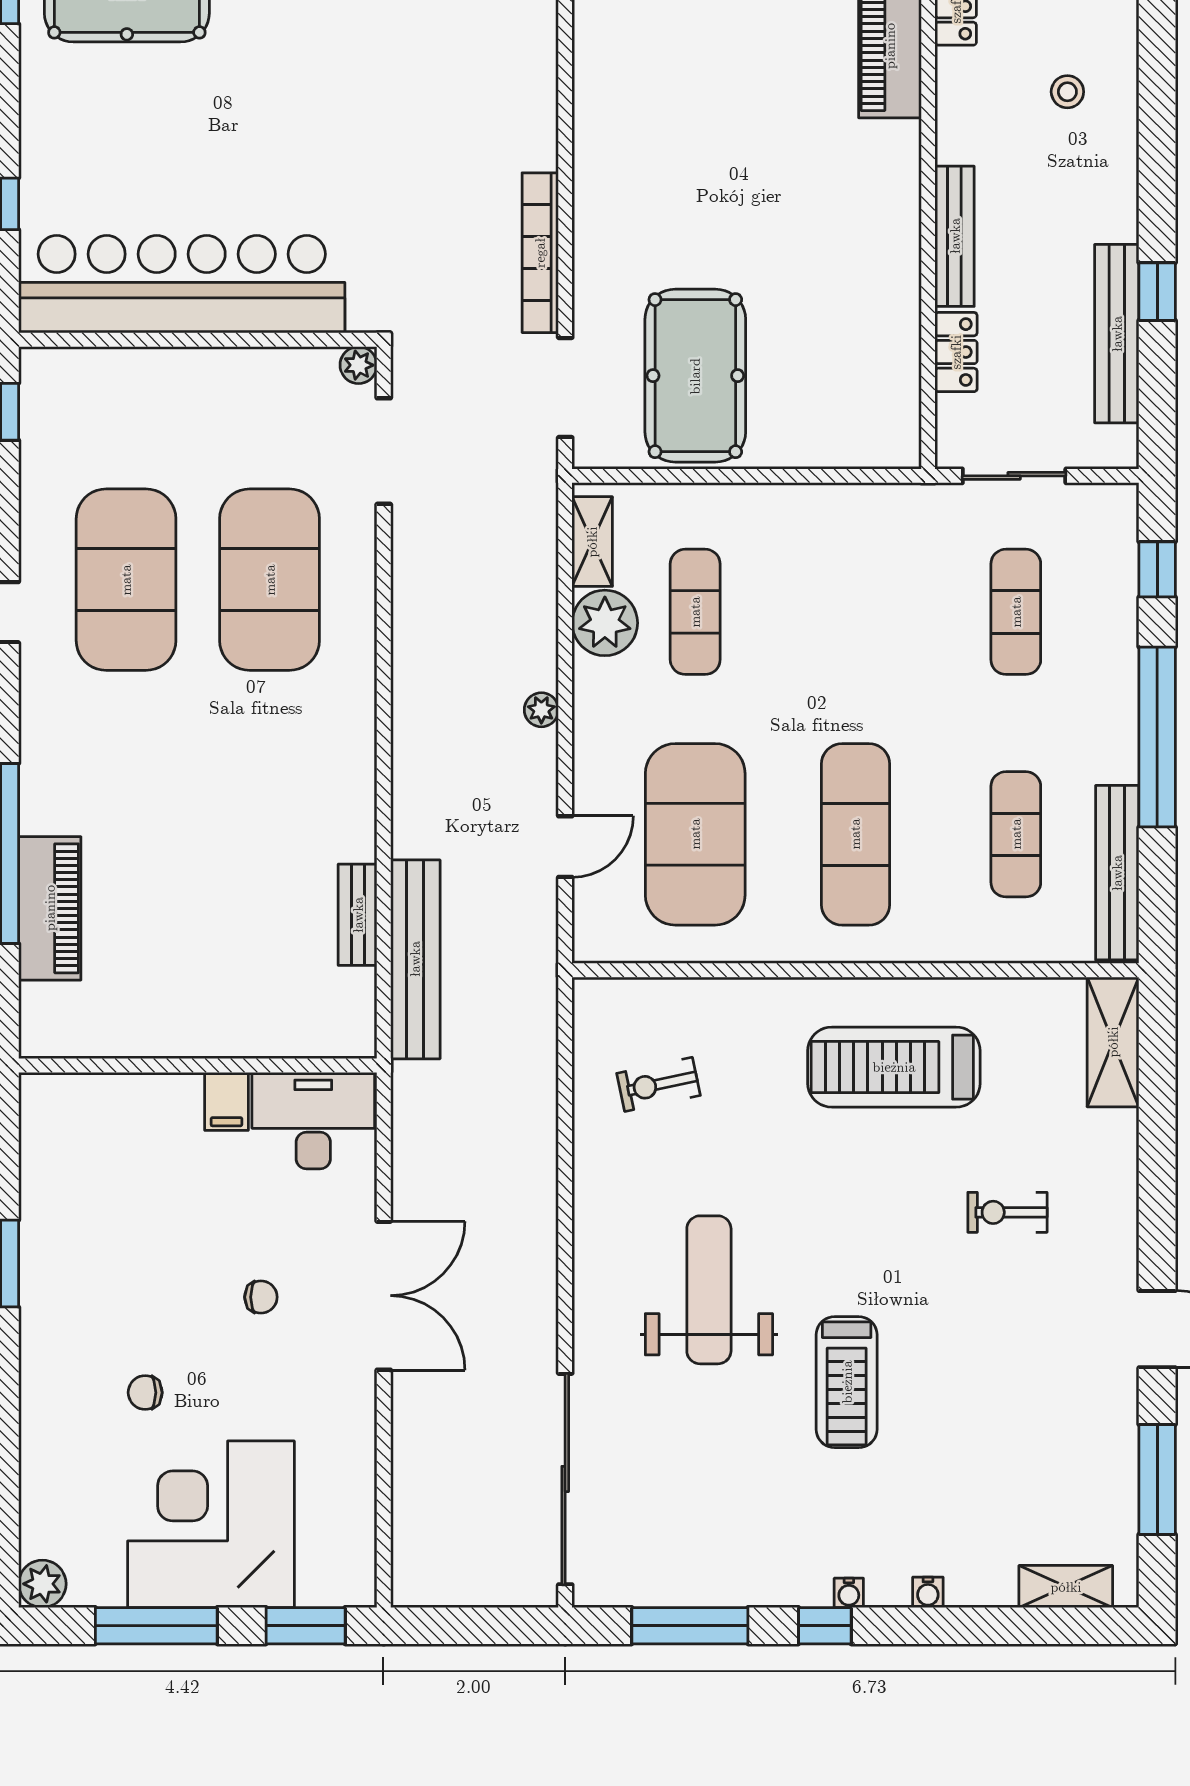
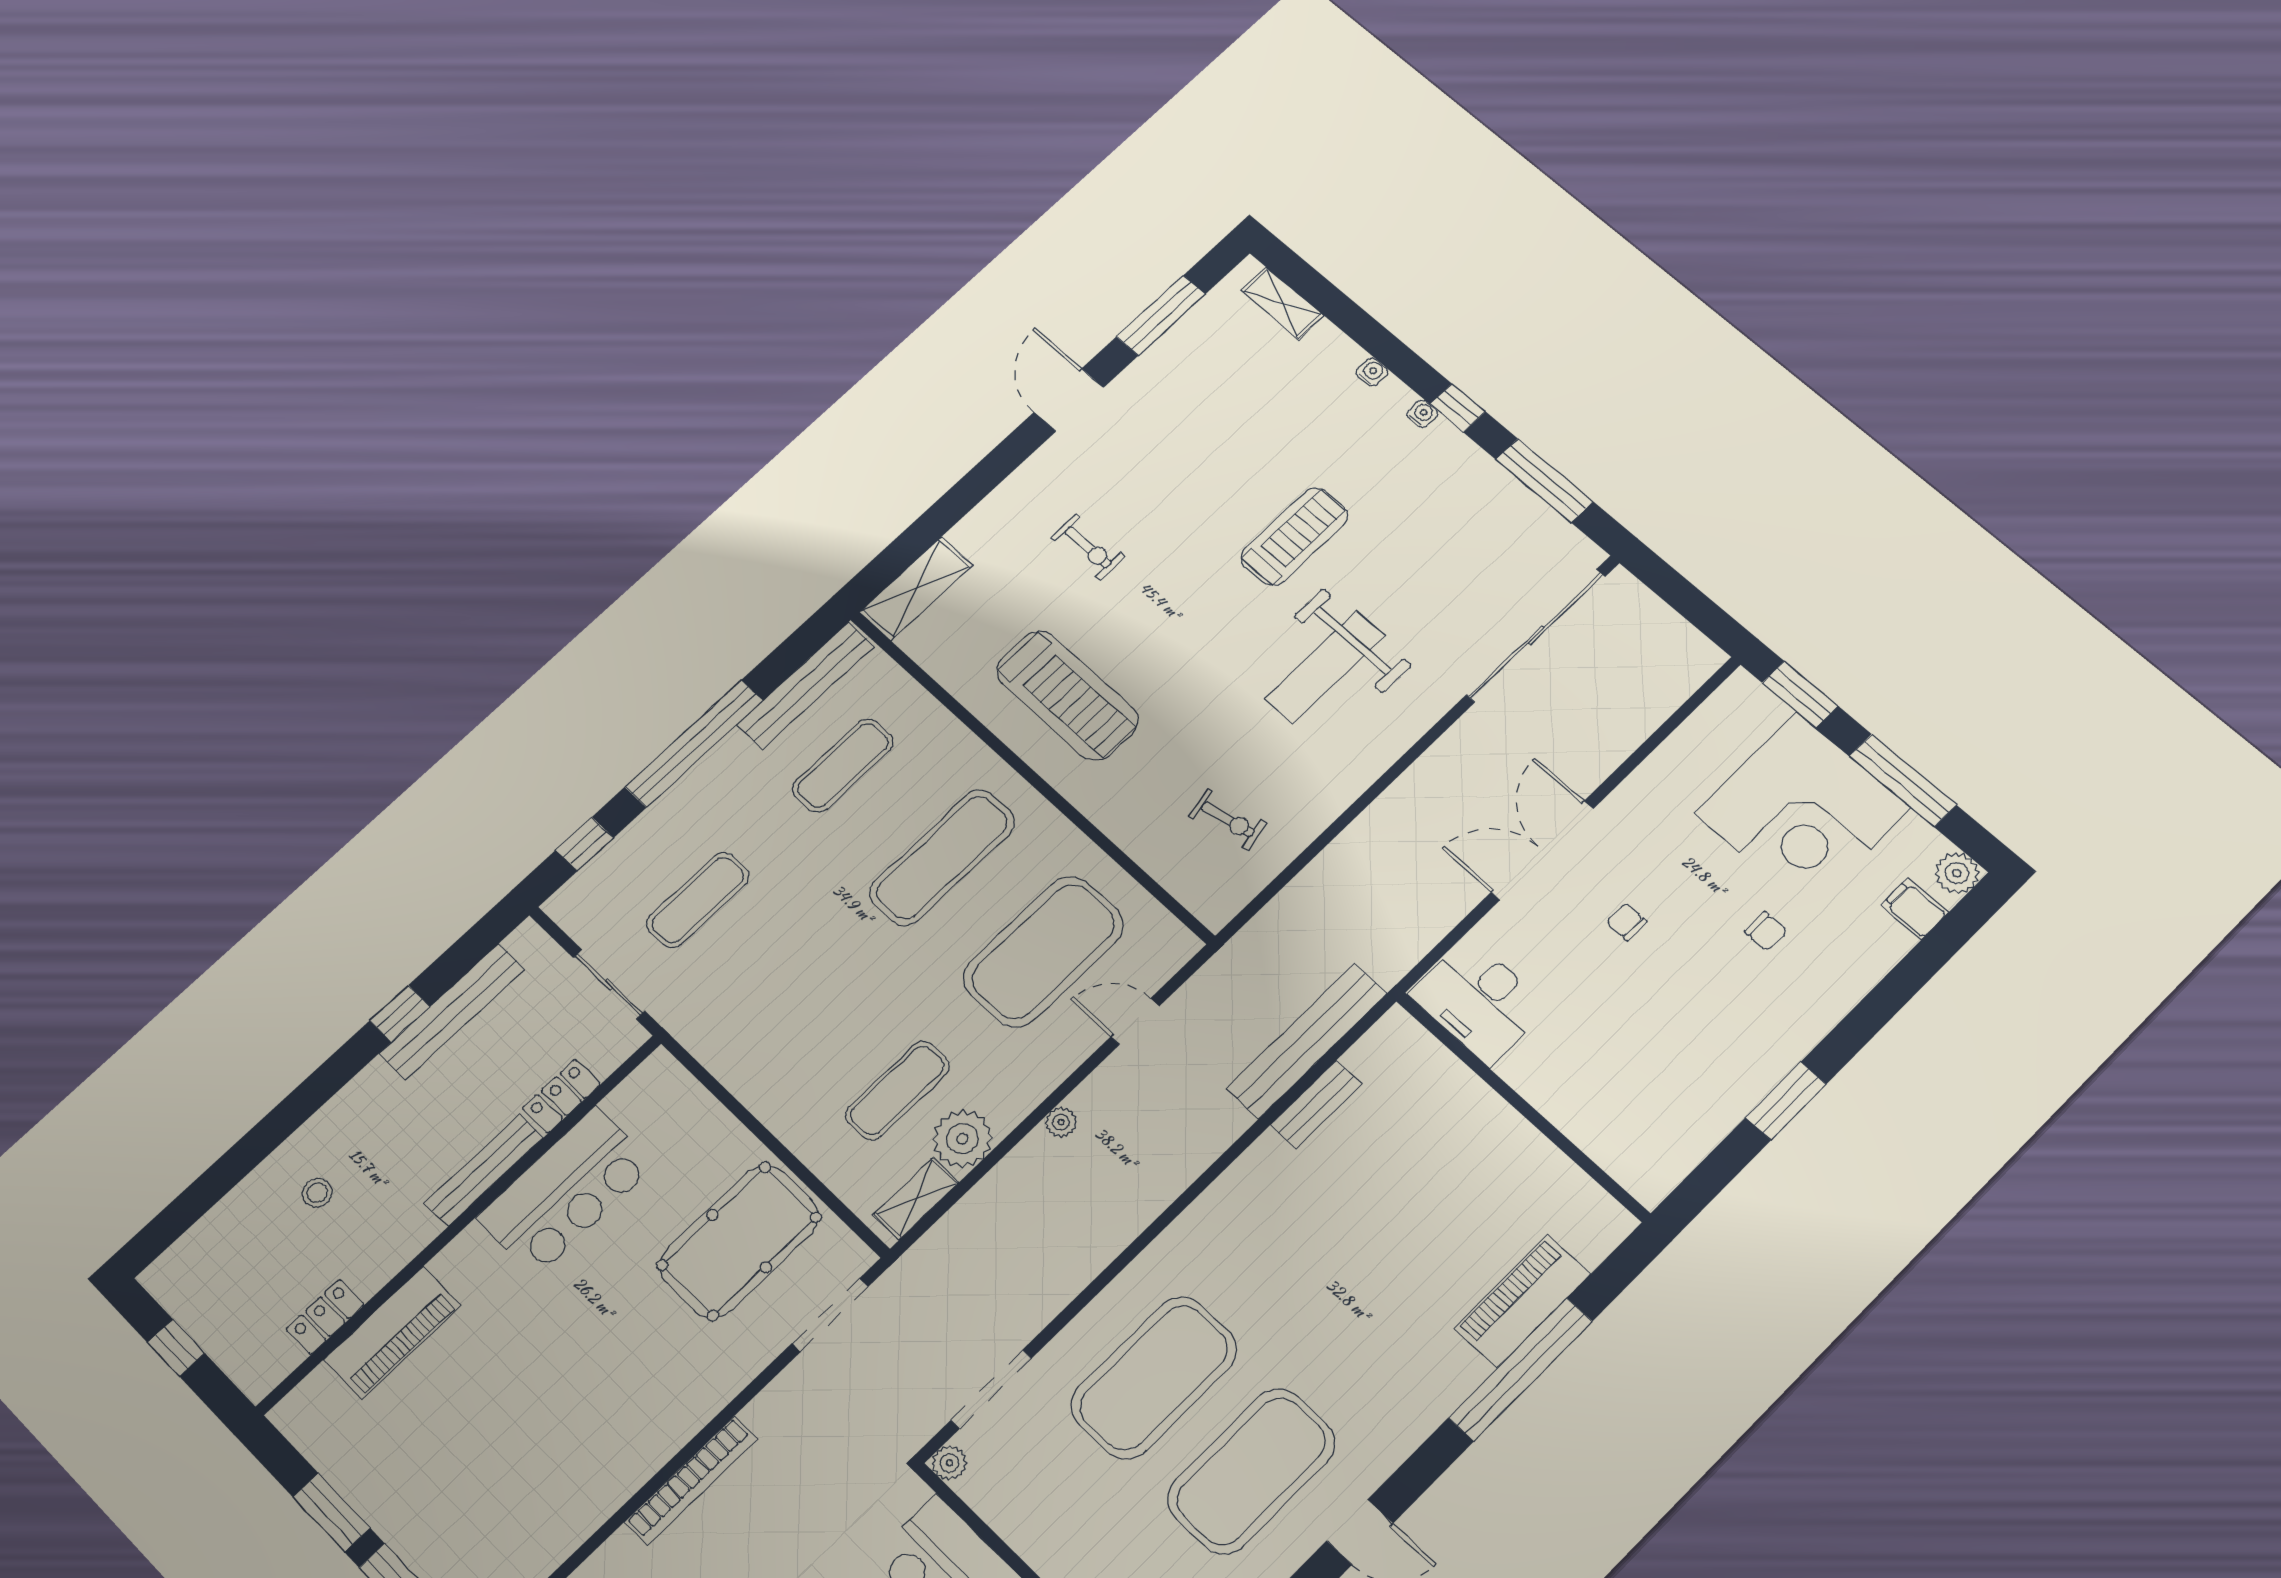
bookcase: (540, 253) -> (691, 1480), moved
bar counter: (872, 282) -> (566, 1192), added
filing cabinet: (226, 1101) -> (1914, 909), moved, turned -90

